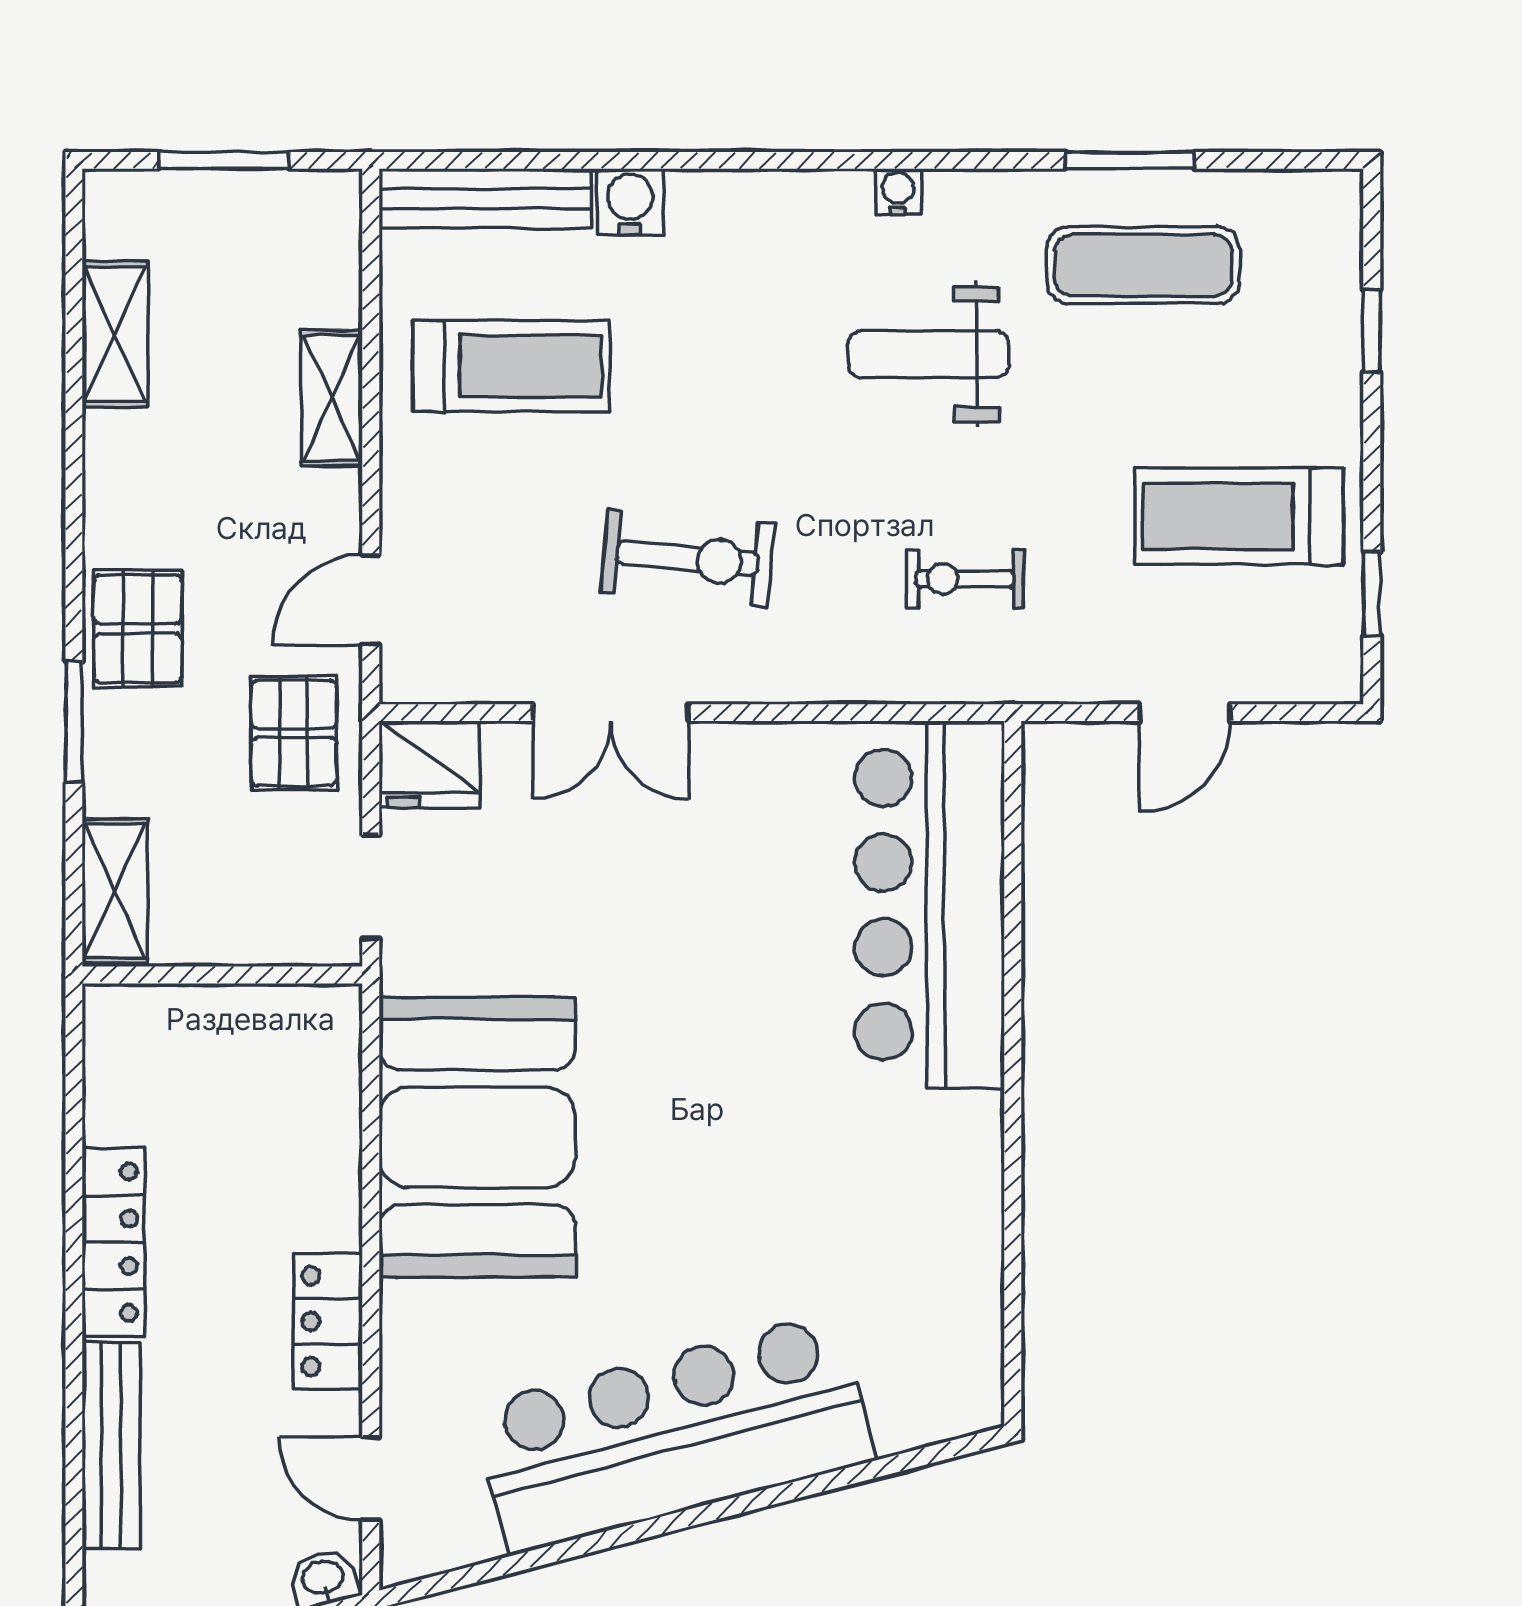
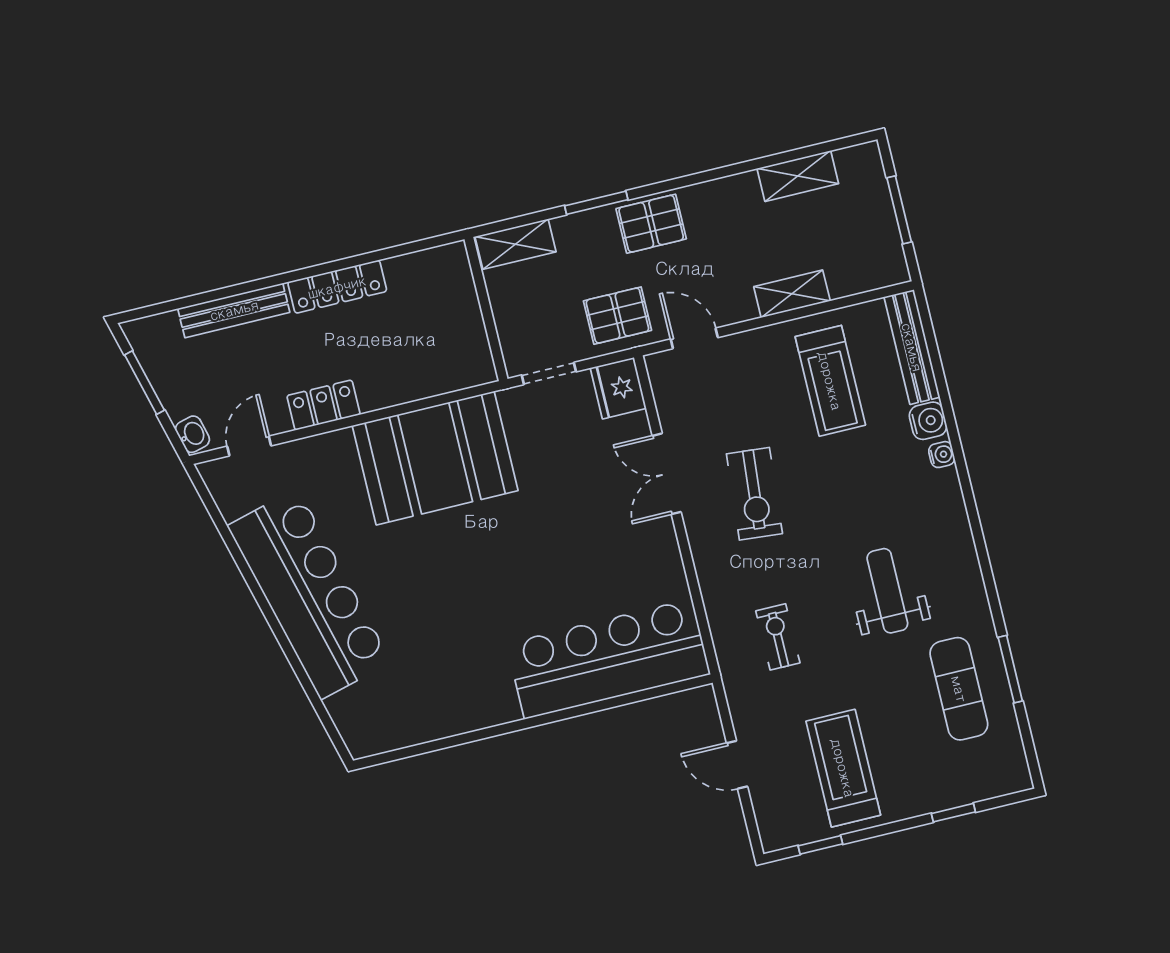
water cooler: (898, 192) -> (942, 455), moved

